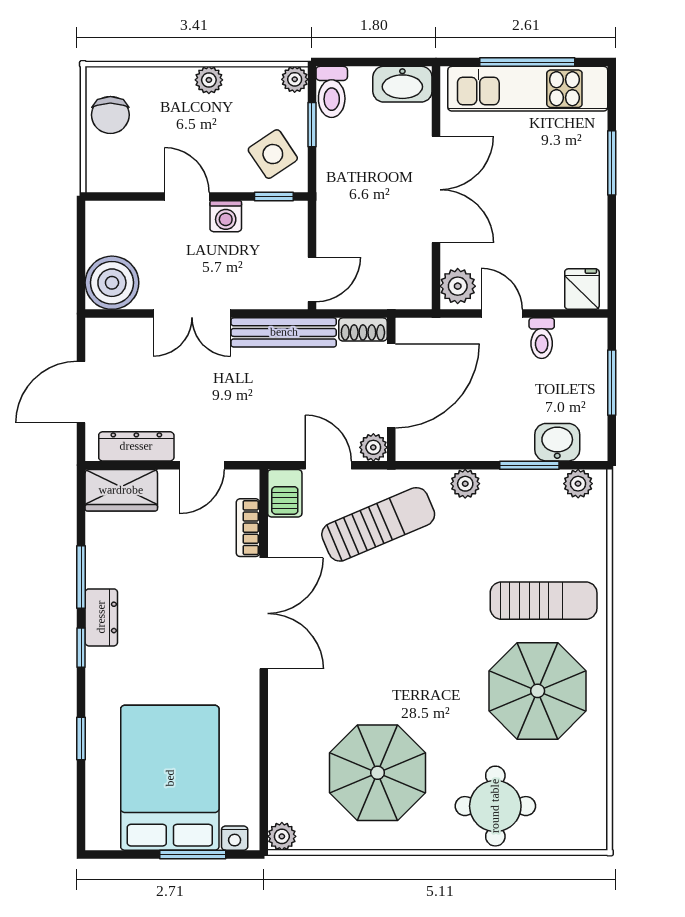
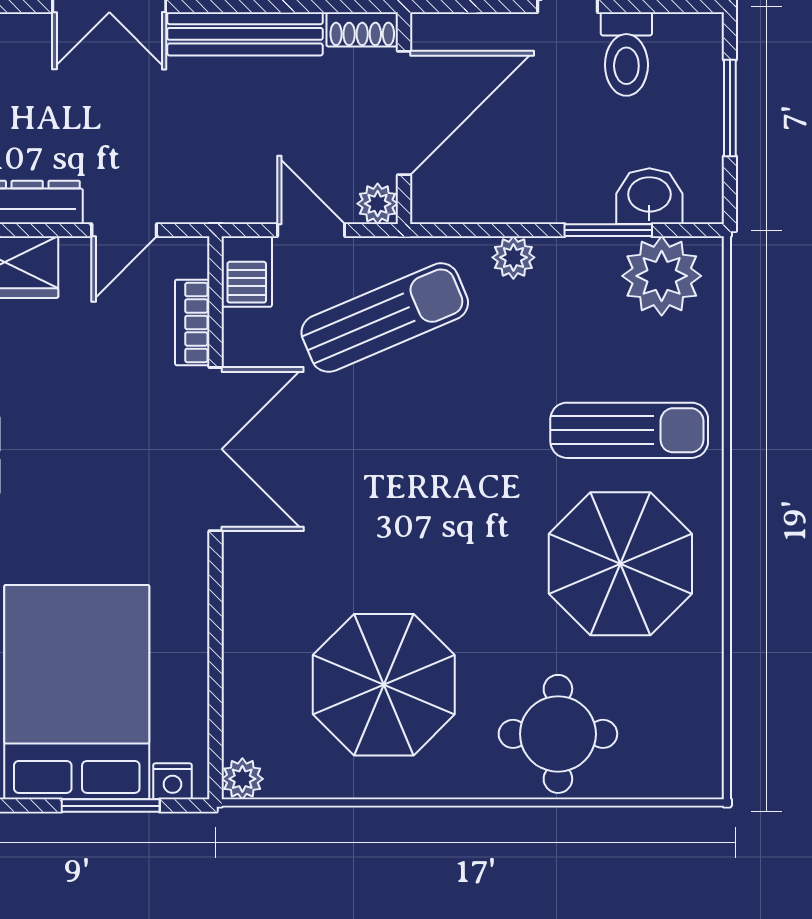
toilet: (542, 338) -> (626, 54), width x1.37, depth x1.39
plant: (578, 484) -> (662, 276), width x1.87, depth x1.87

